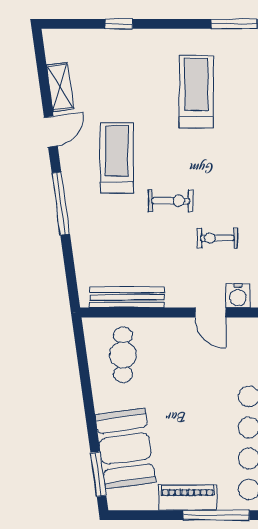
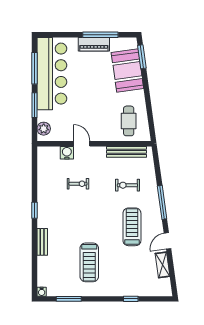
treadmill: (117, 158) -> (132, 227), turned 180
exercise bike: (171, 201) -> (127, 185), moved
window: (216, 515) -> (100, 35), moved

